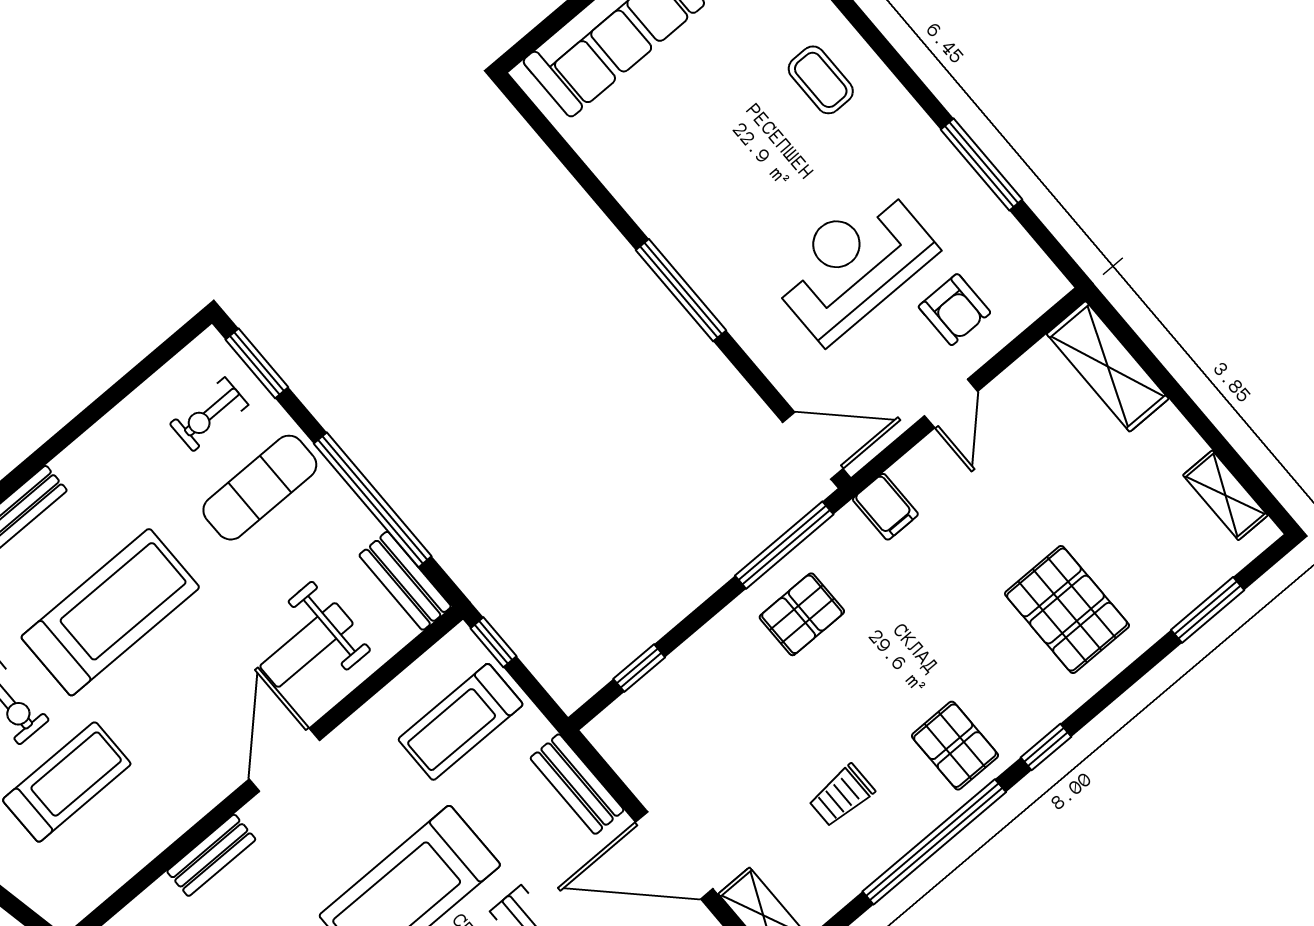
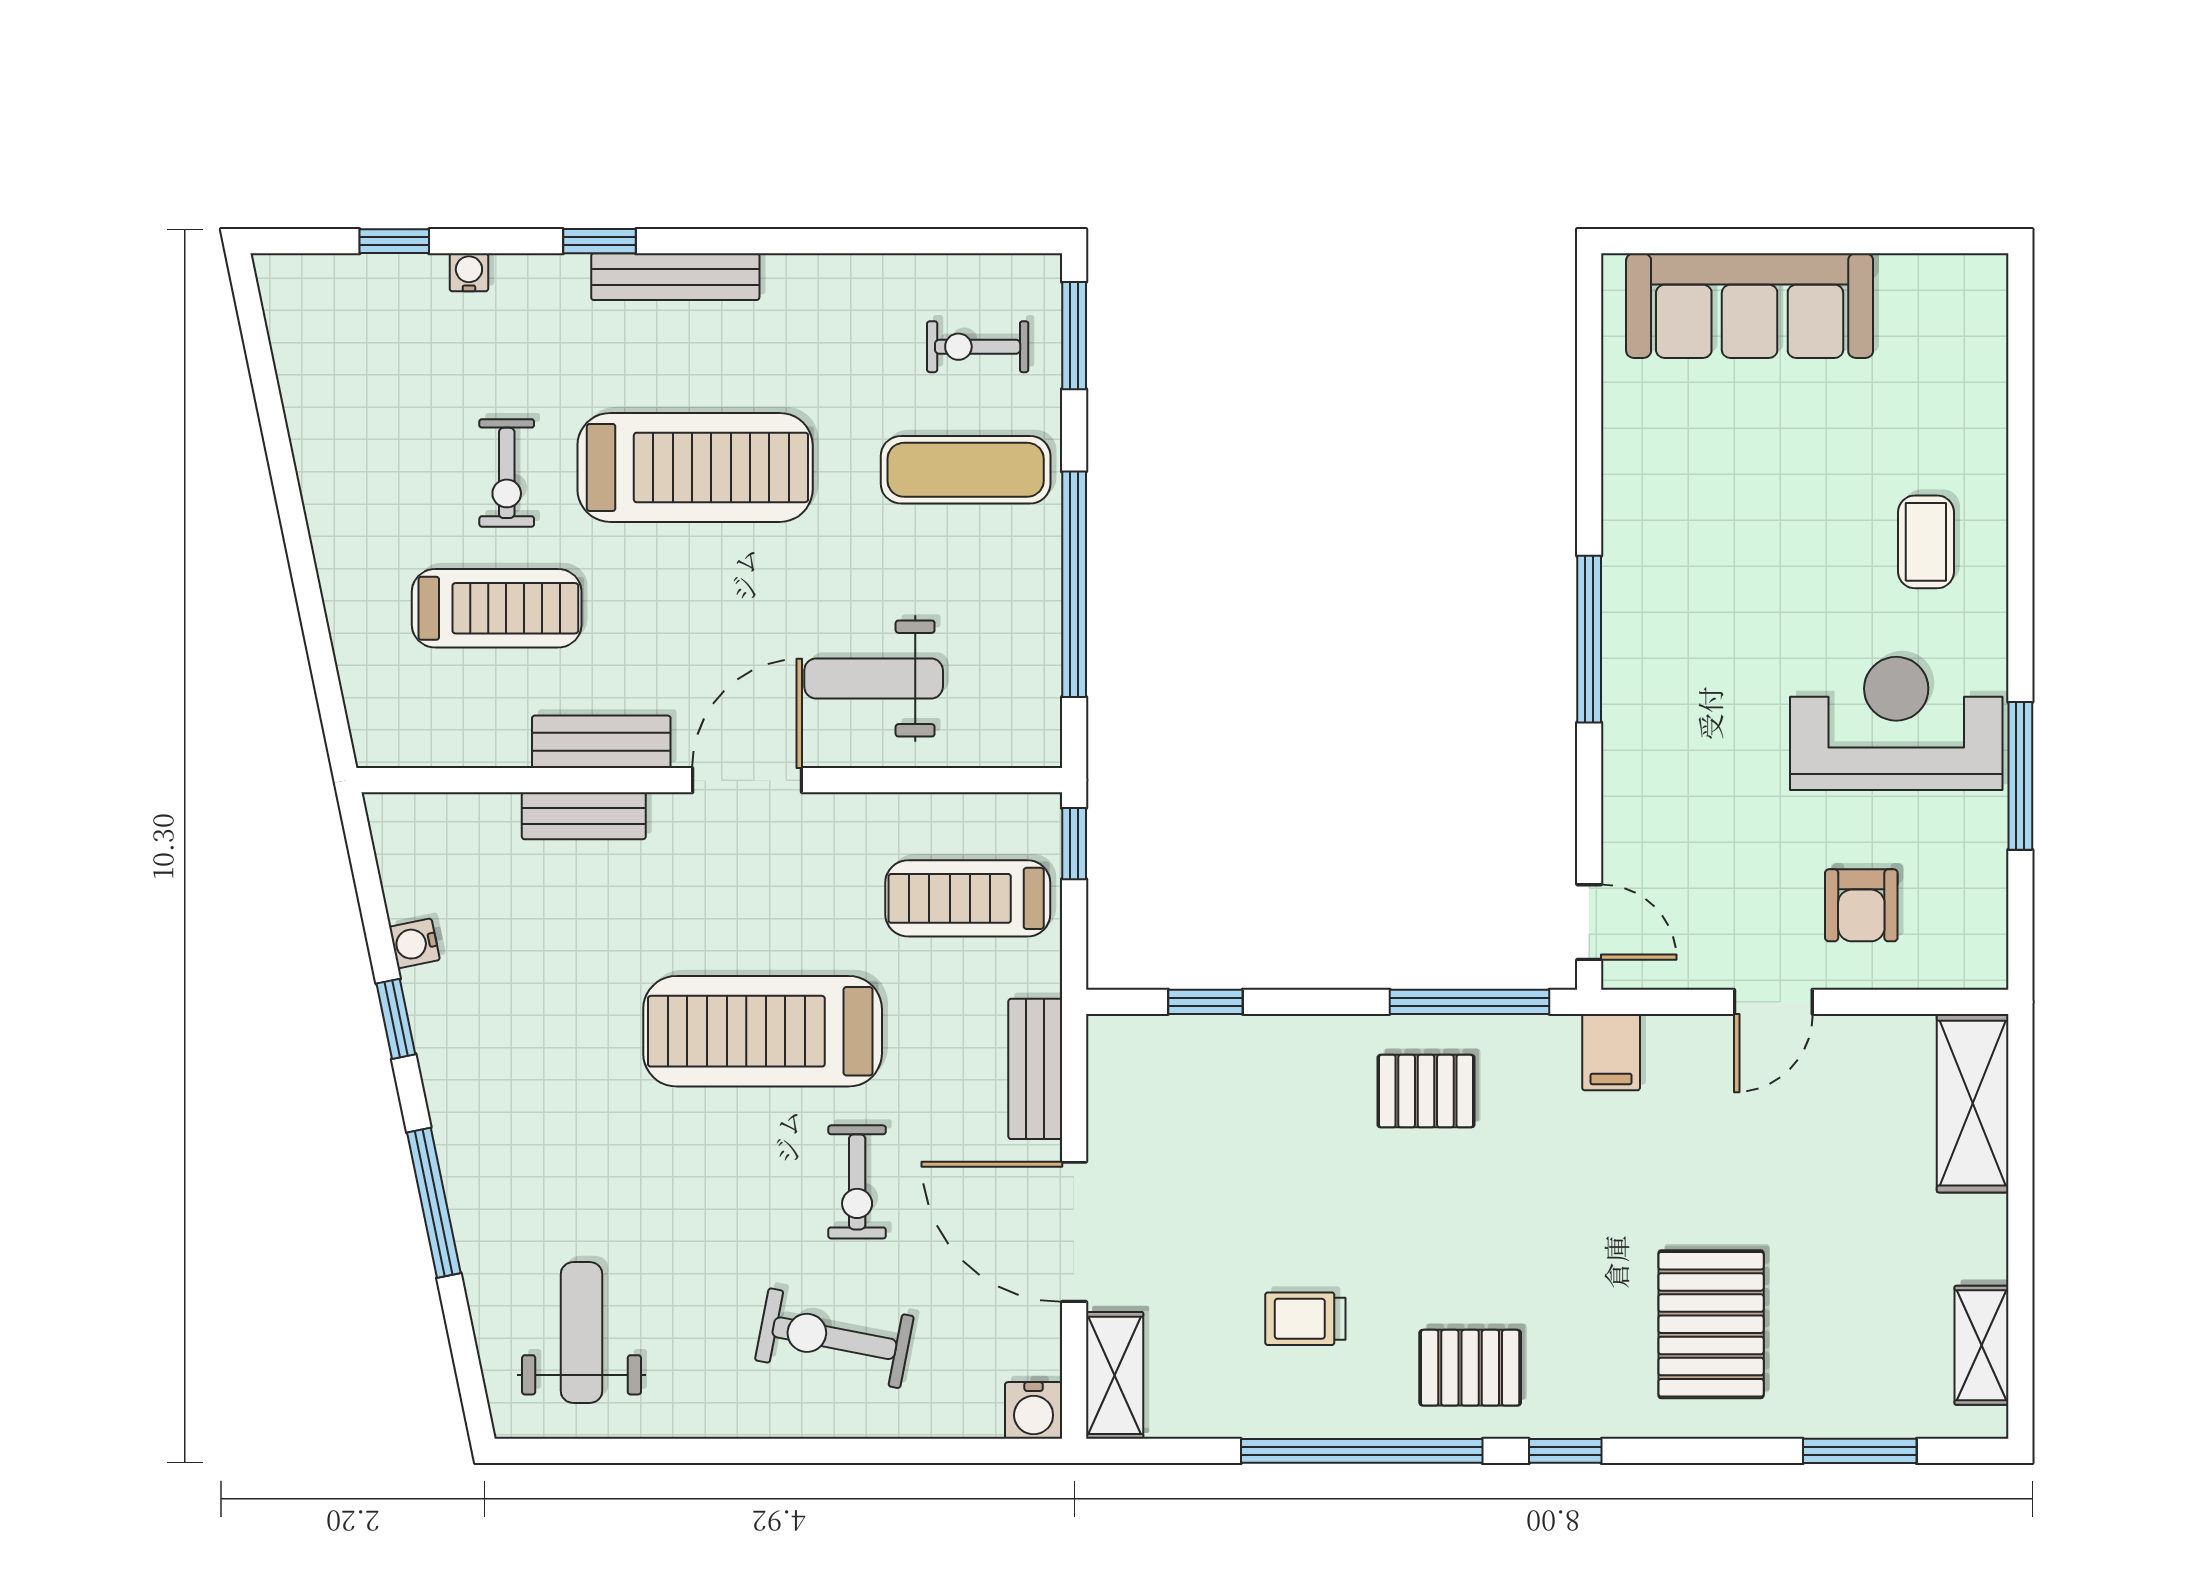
reception desk: (853, 263) -> (1896, 723), moved
door: (813, 446) -> (1589, 922), width x0.73
bench: (405, 581) -> (601, 742), moved, turned 90
pallet: (955, 746) -> (1470, 1368), turned 90

